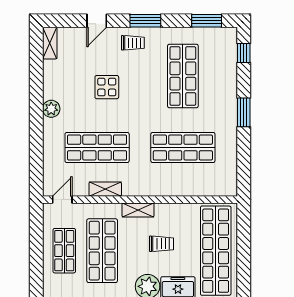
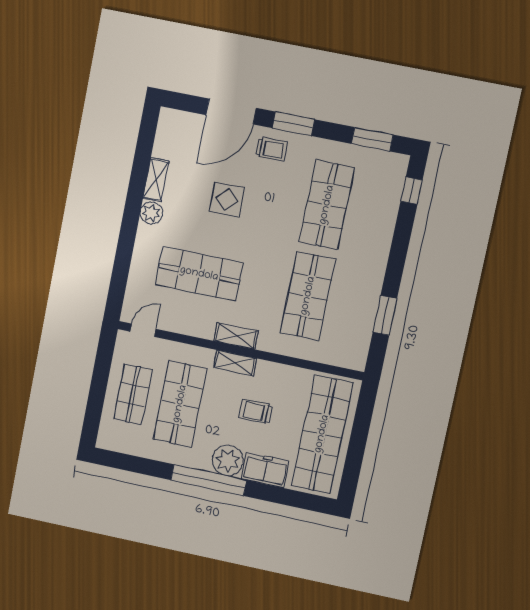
door: (97, 21) -> (231, 111), width x1.88
shelving: (50, 43) -> (156, 180), moved
window: (244, 112) -> (385, 315), moved
shop shelf: (183, 147) -> (308, 296), turned 90
shelving: (105, 189) -> (236, 336), moved
trolley: (161, 244) -> (256, 411), turned 180

